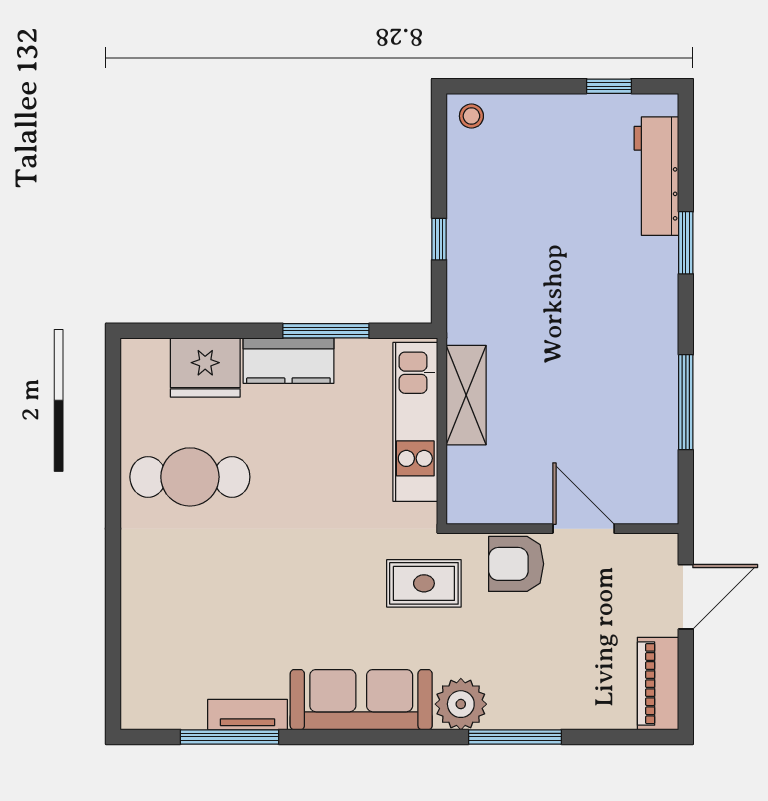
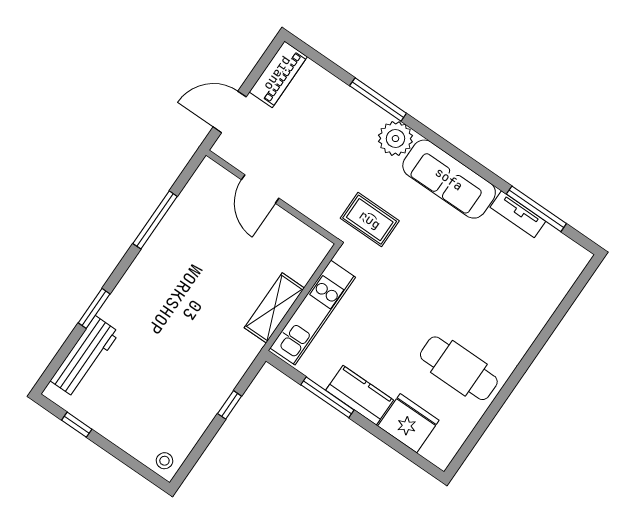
armchair: (516, 564) -> (311, 195), removed

